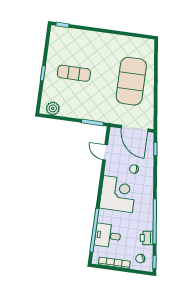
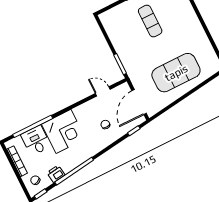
plant: (53, 108) -> (109, 24), removed
door: (105, 152) -> (103, 91), hinge flipped
corner desk: (118, 194) -> (64, 131), moved

